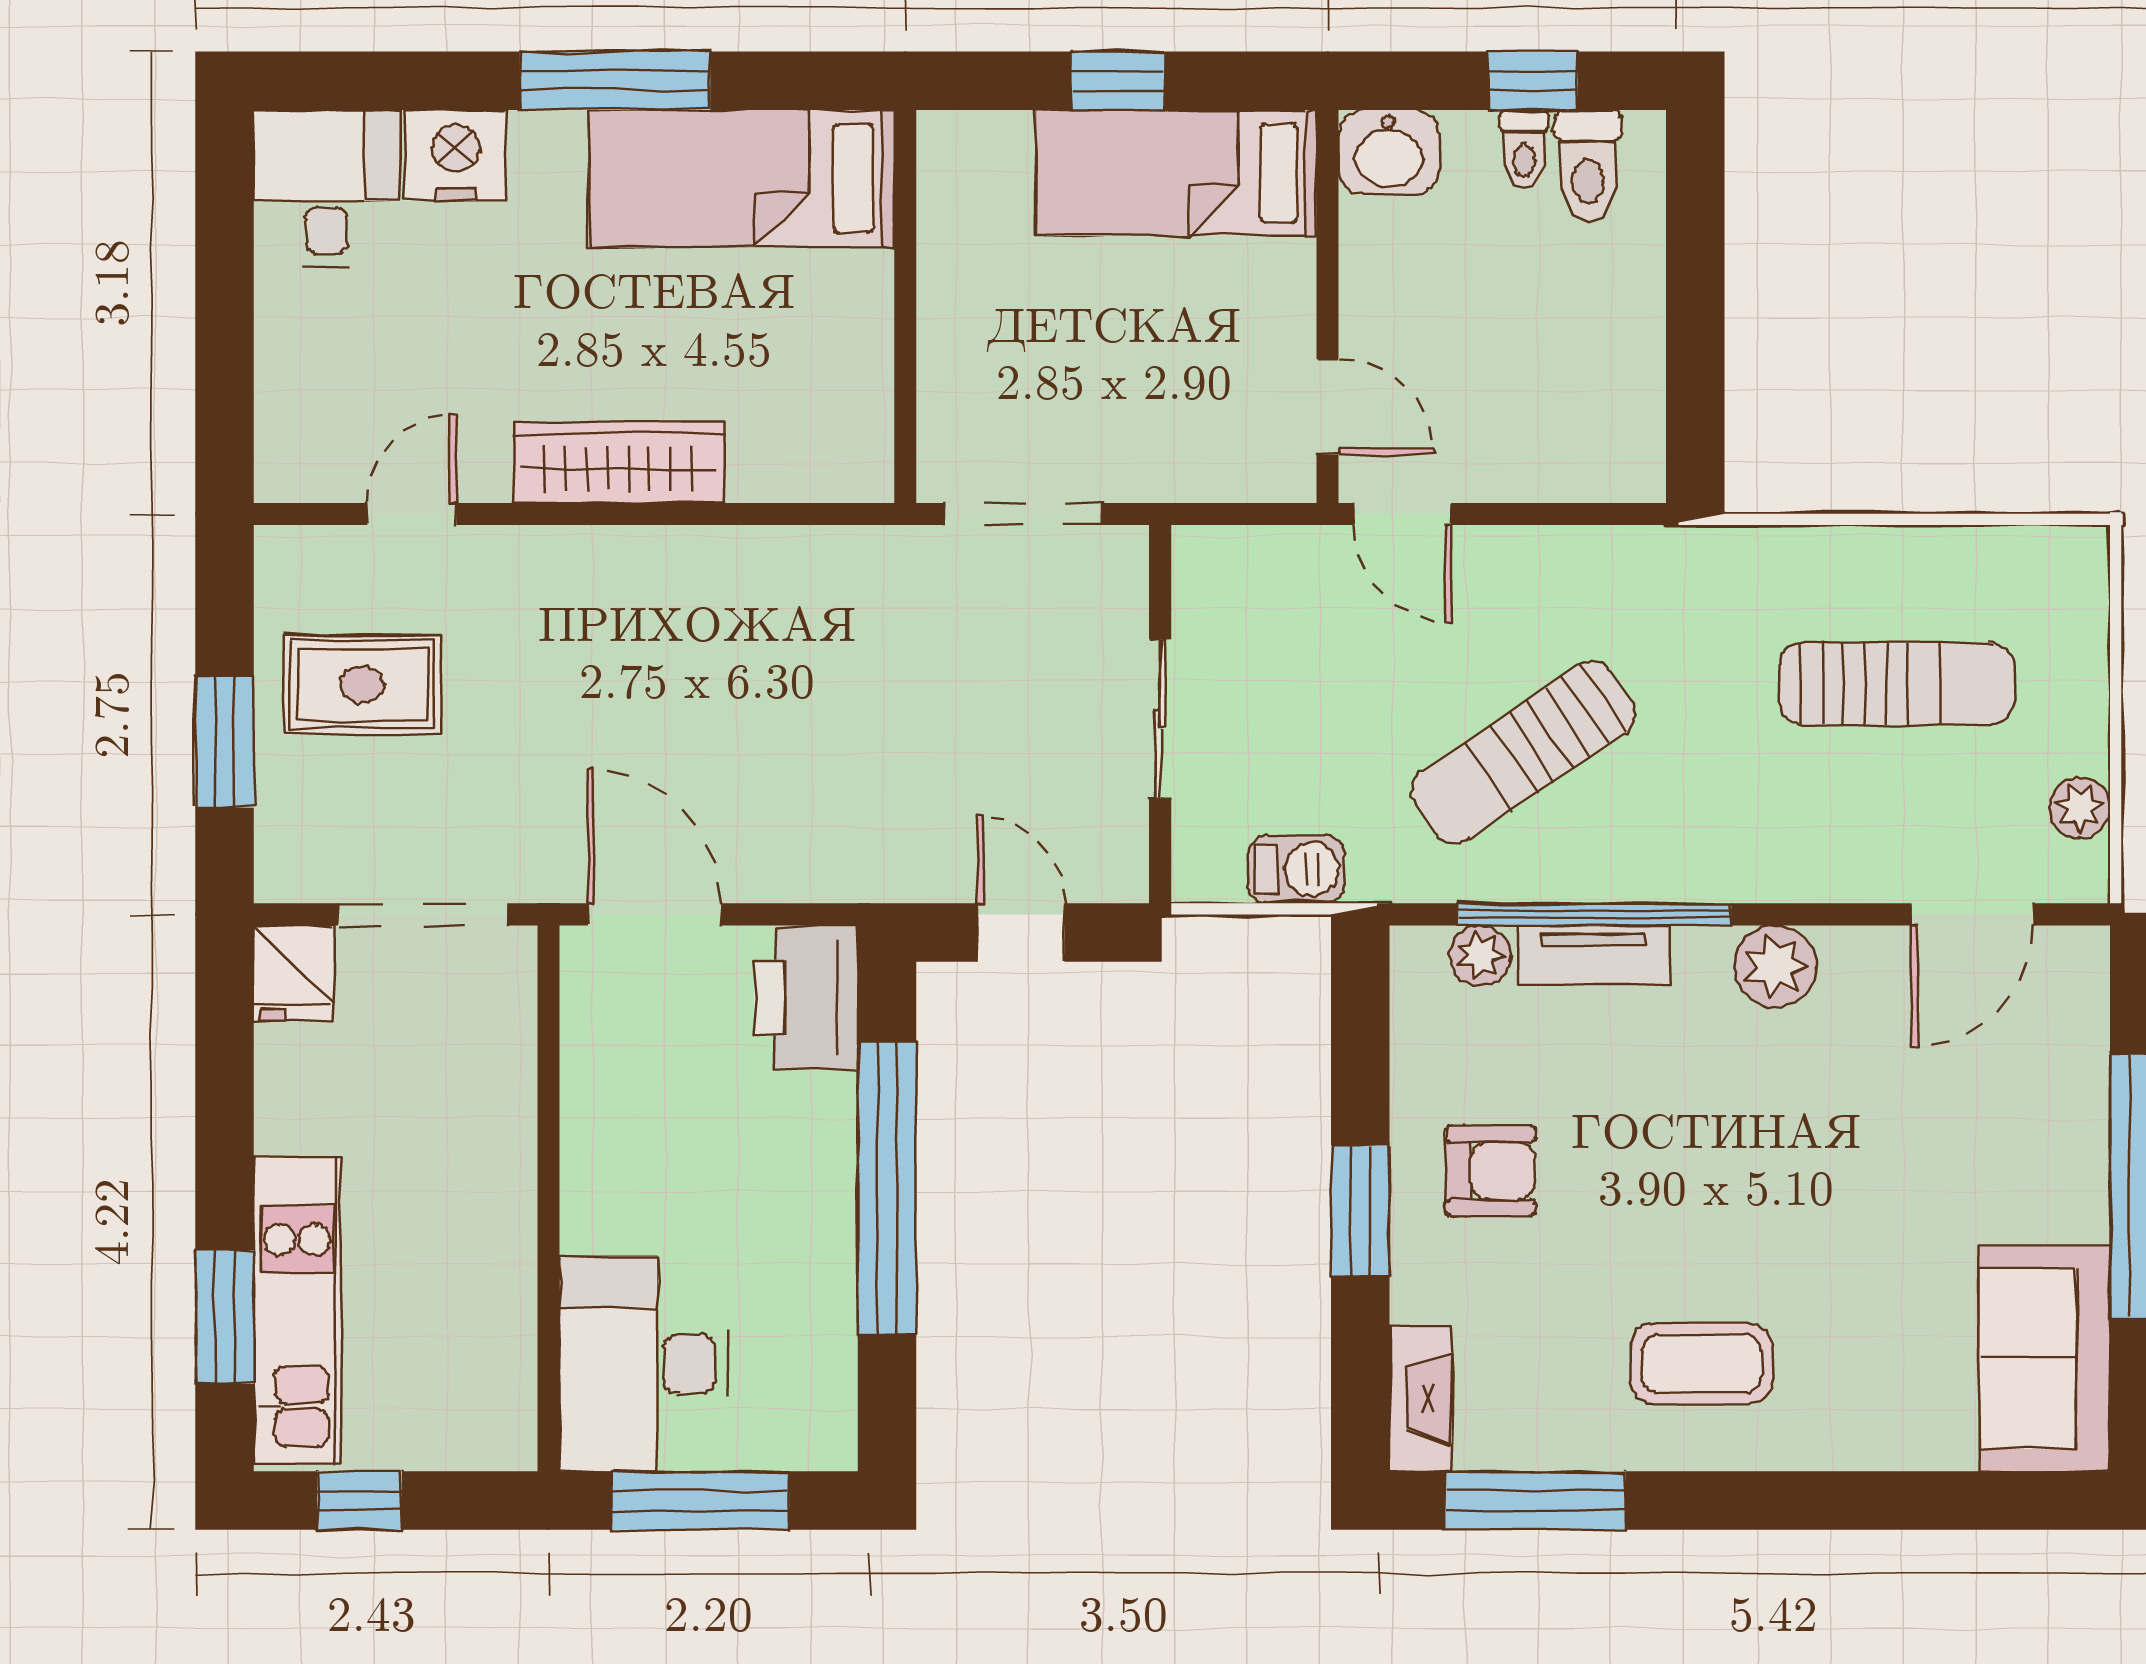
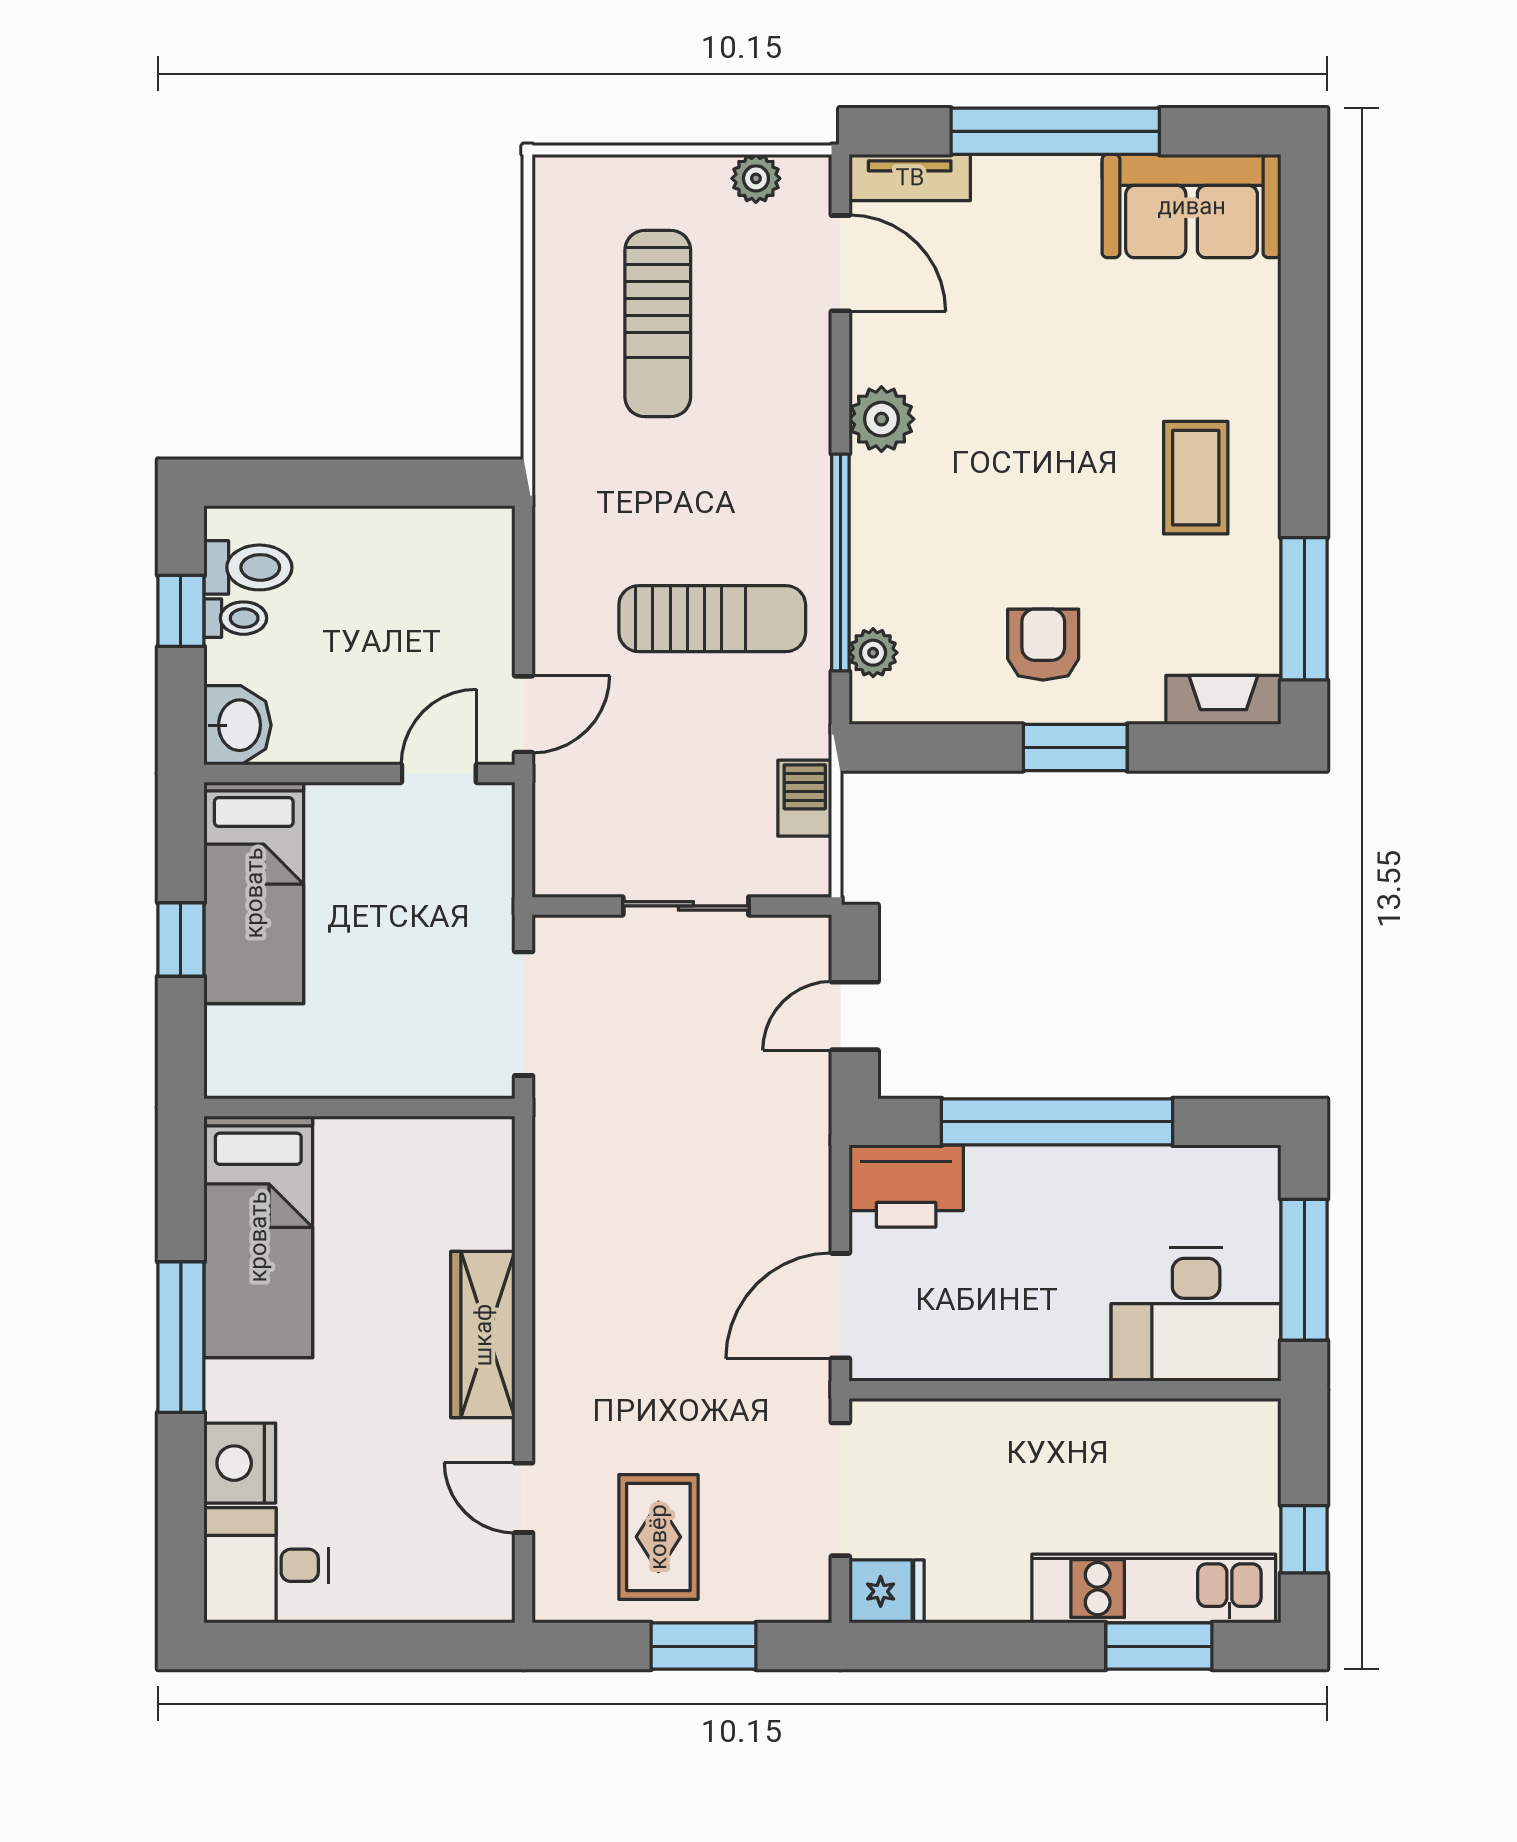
sun lounger: (1896, 684) -> (658, 324), turned 180
sun lounger: (1523, 752) -> (712, 619), turned -56
tv unit: (1593, 955) -> (910, 177), moved, turned 90

